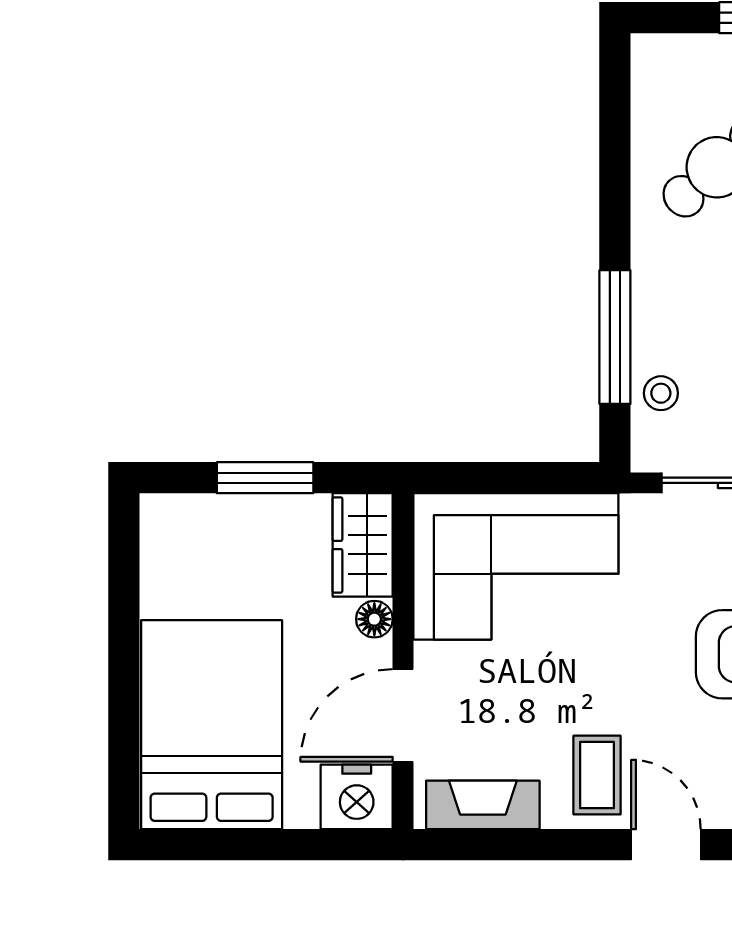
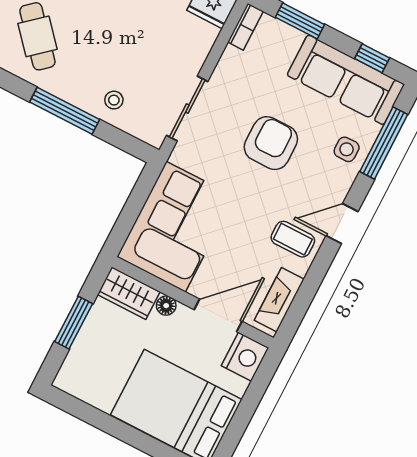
window: (615, 337) -> (65, 111), moved
stool: (661, 393) -> (114, 100), moved
door: (403, 715) -> (218, 315), swing flipped

